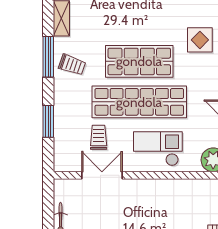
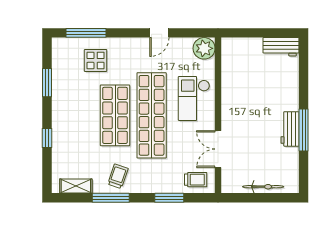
trolley: (99, 137) -> (196, 180), moved, turned 180

